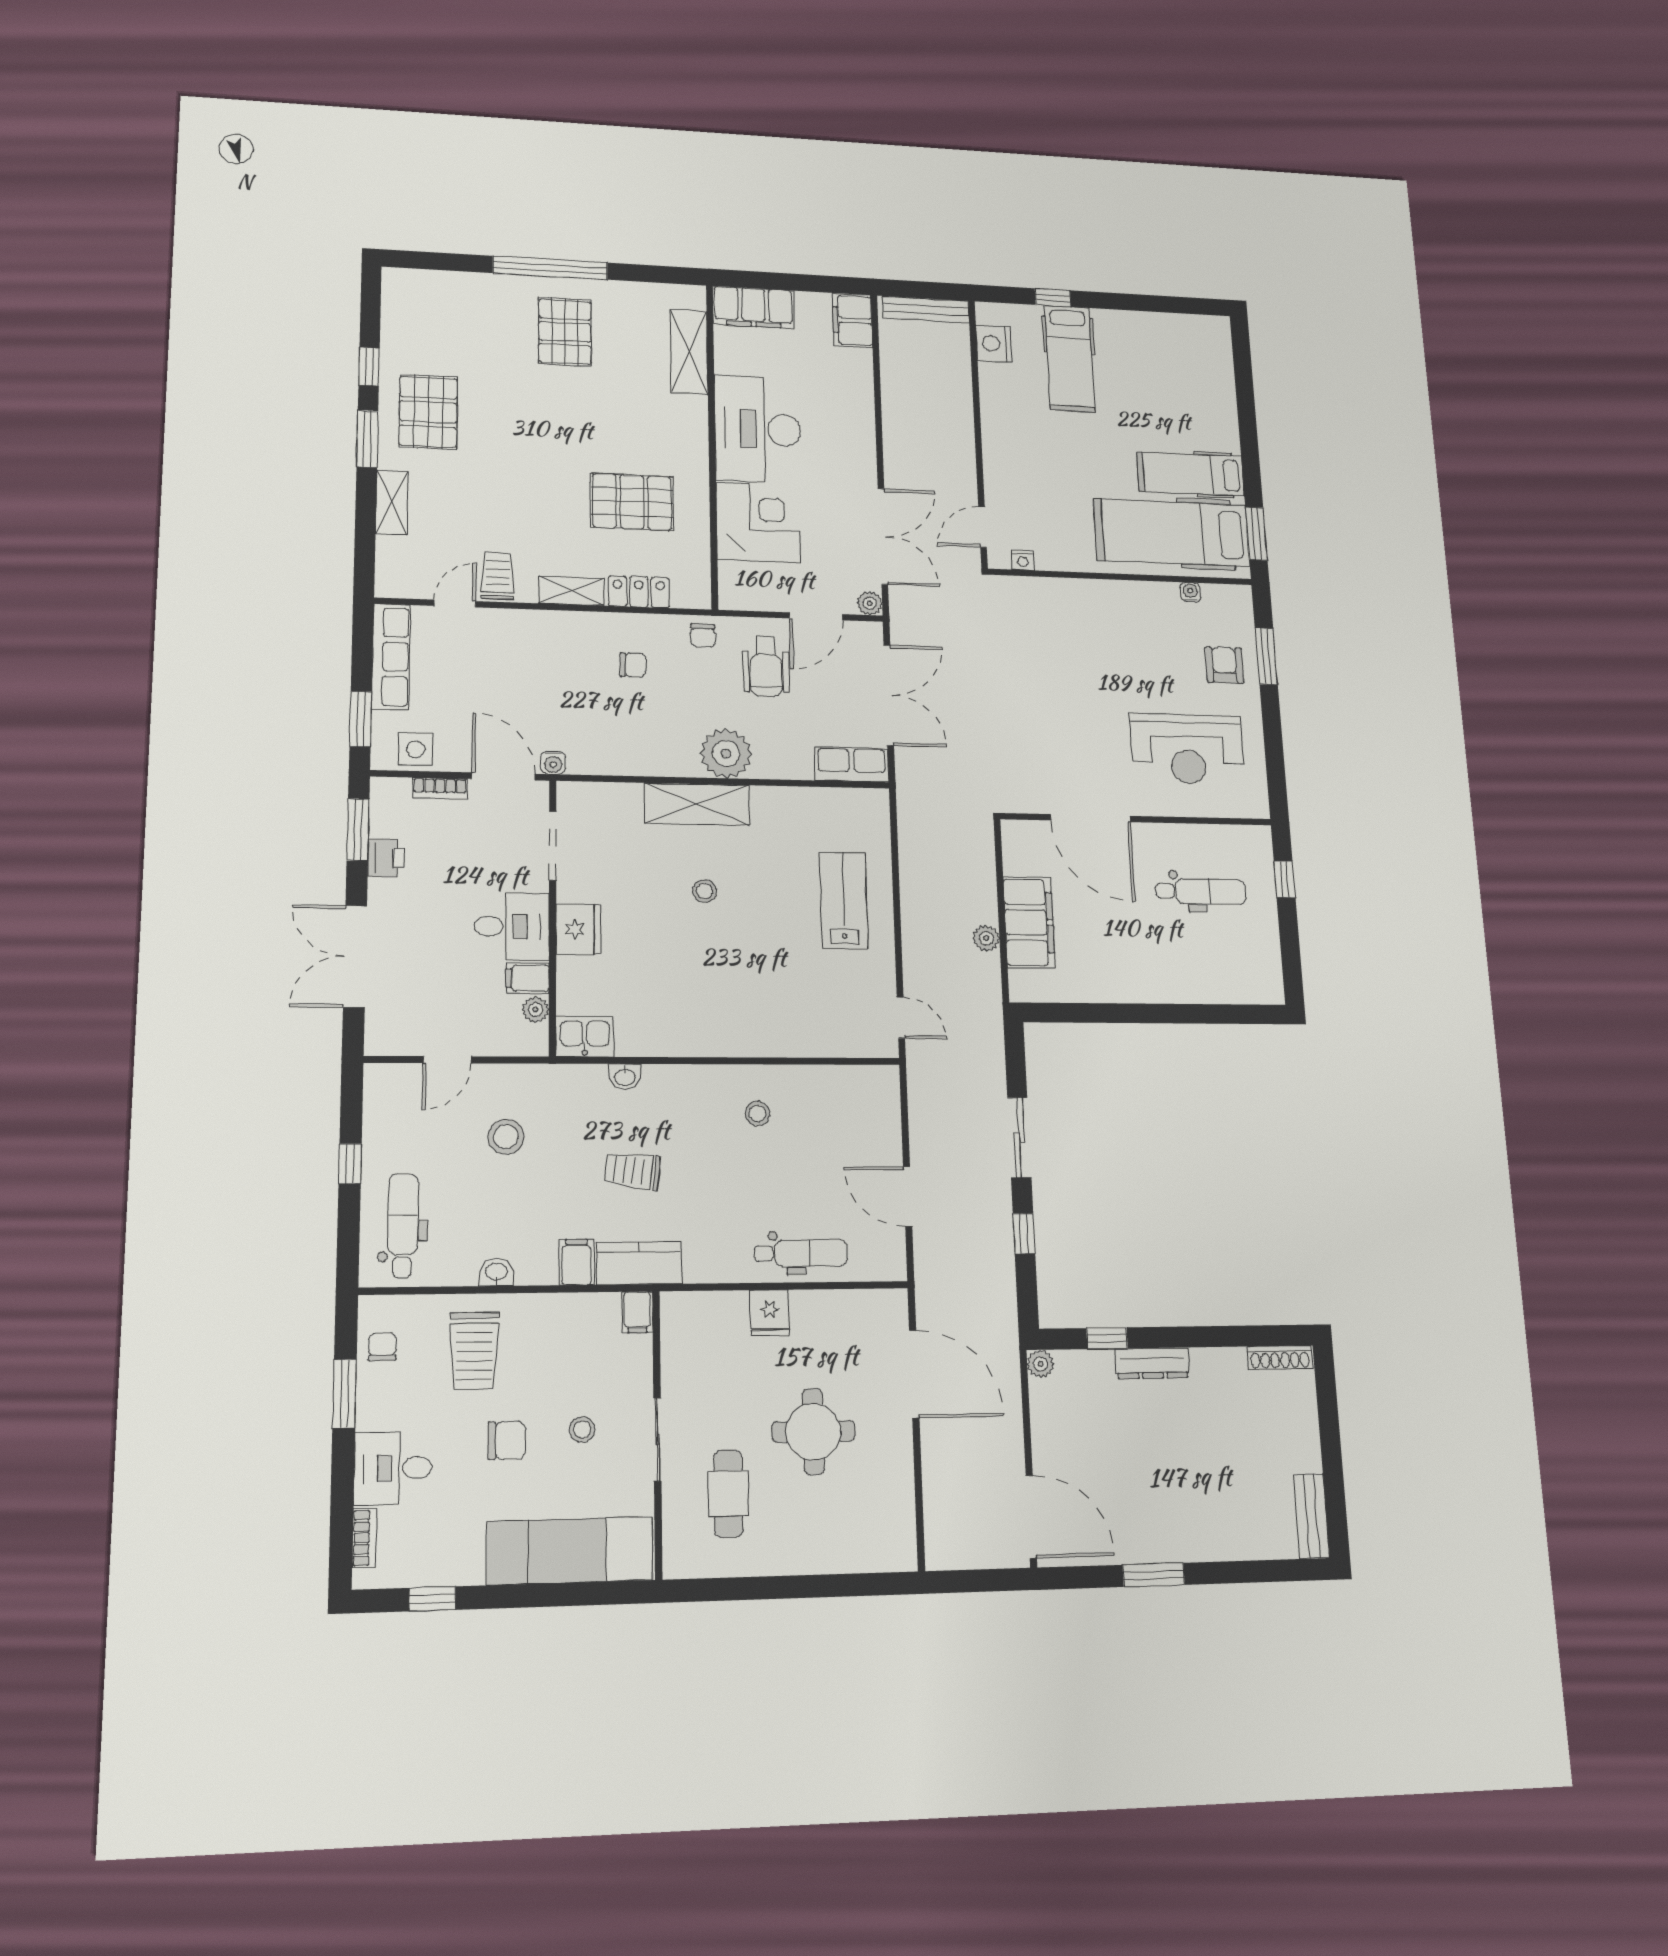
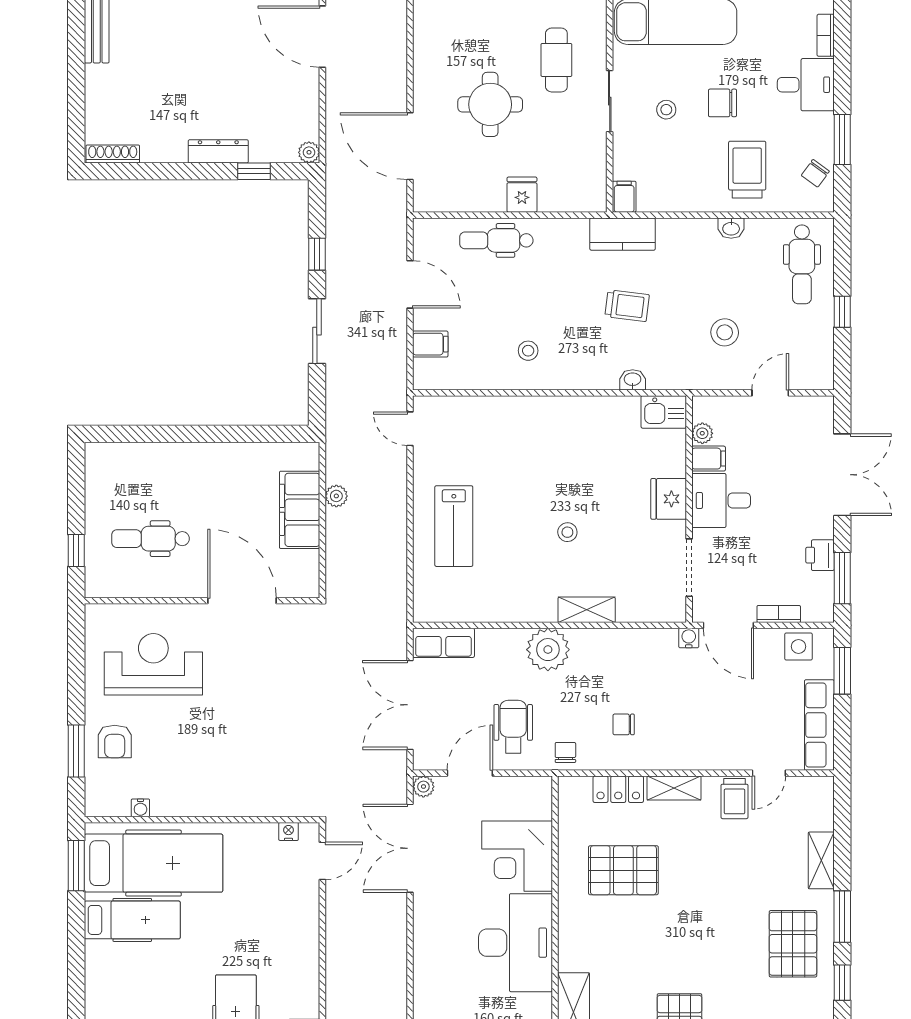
shelving: (697, 804) -> (587, 610), width x0.67, depth x0.75
filing cabinet: (576, 1262) -> (430, 344), moved, turned -90
chair: (382, 1347) -> (815, 173), turned 36

